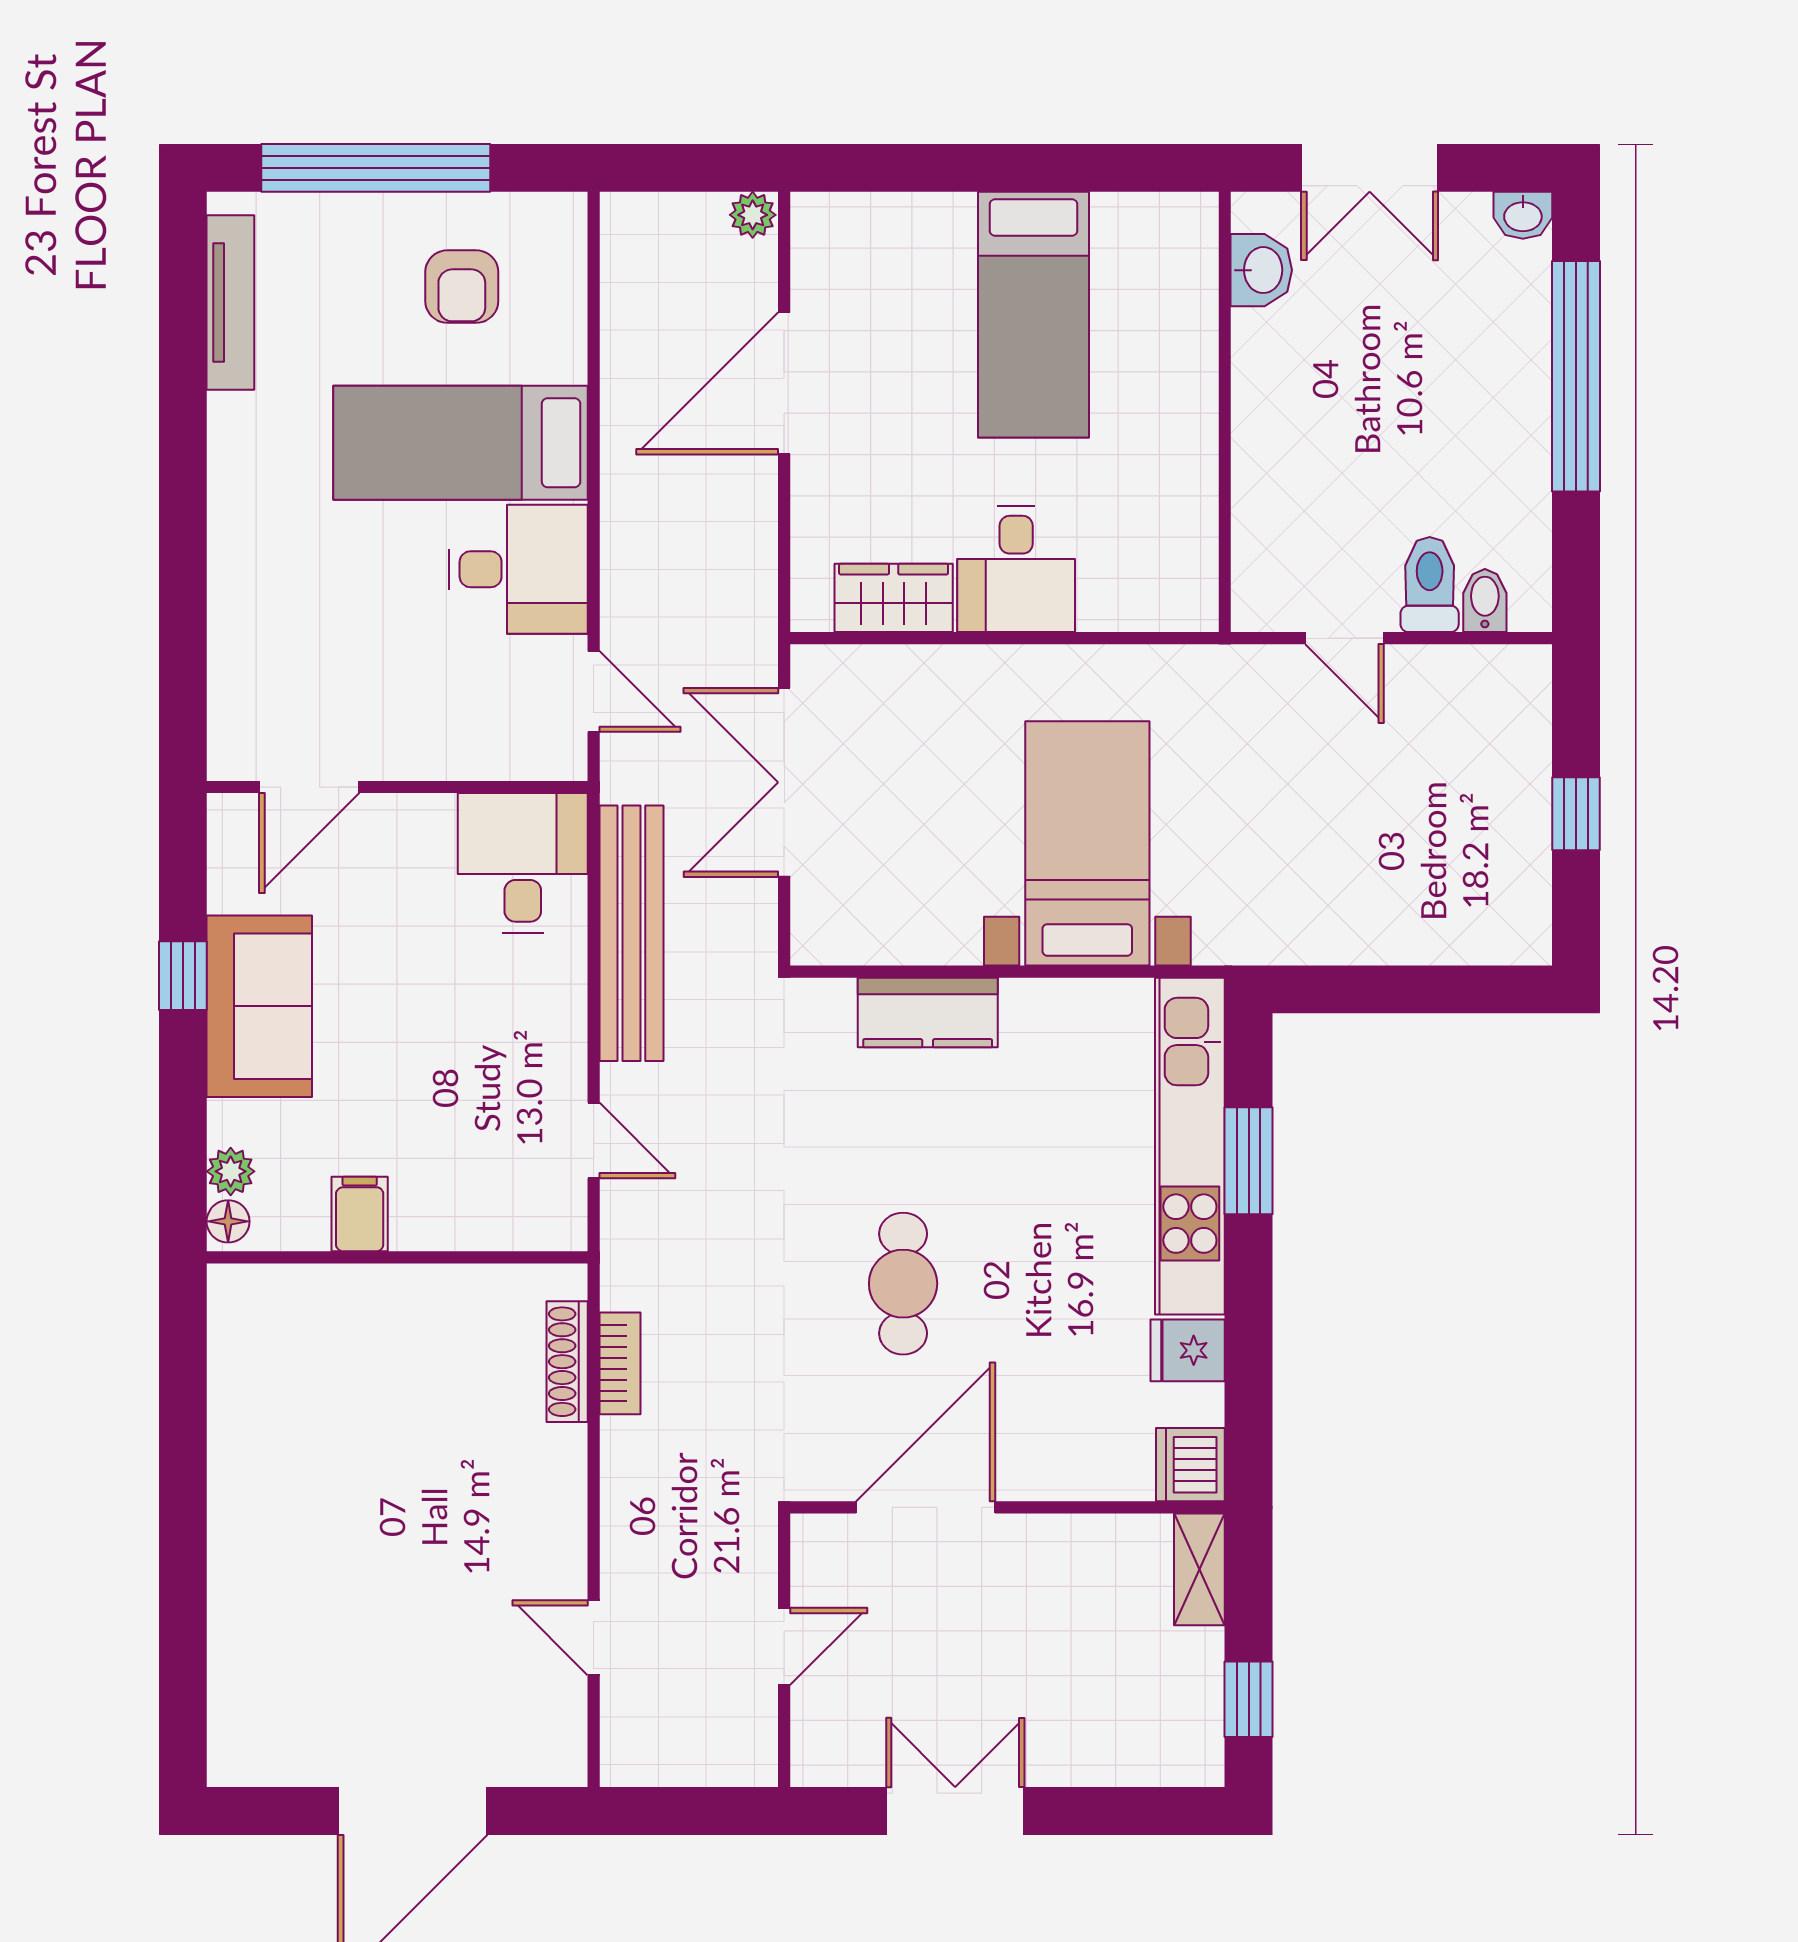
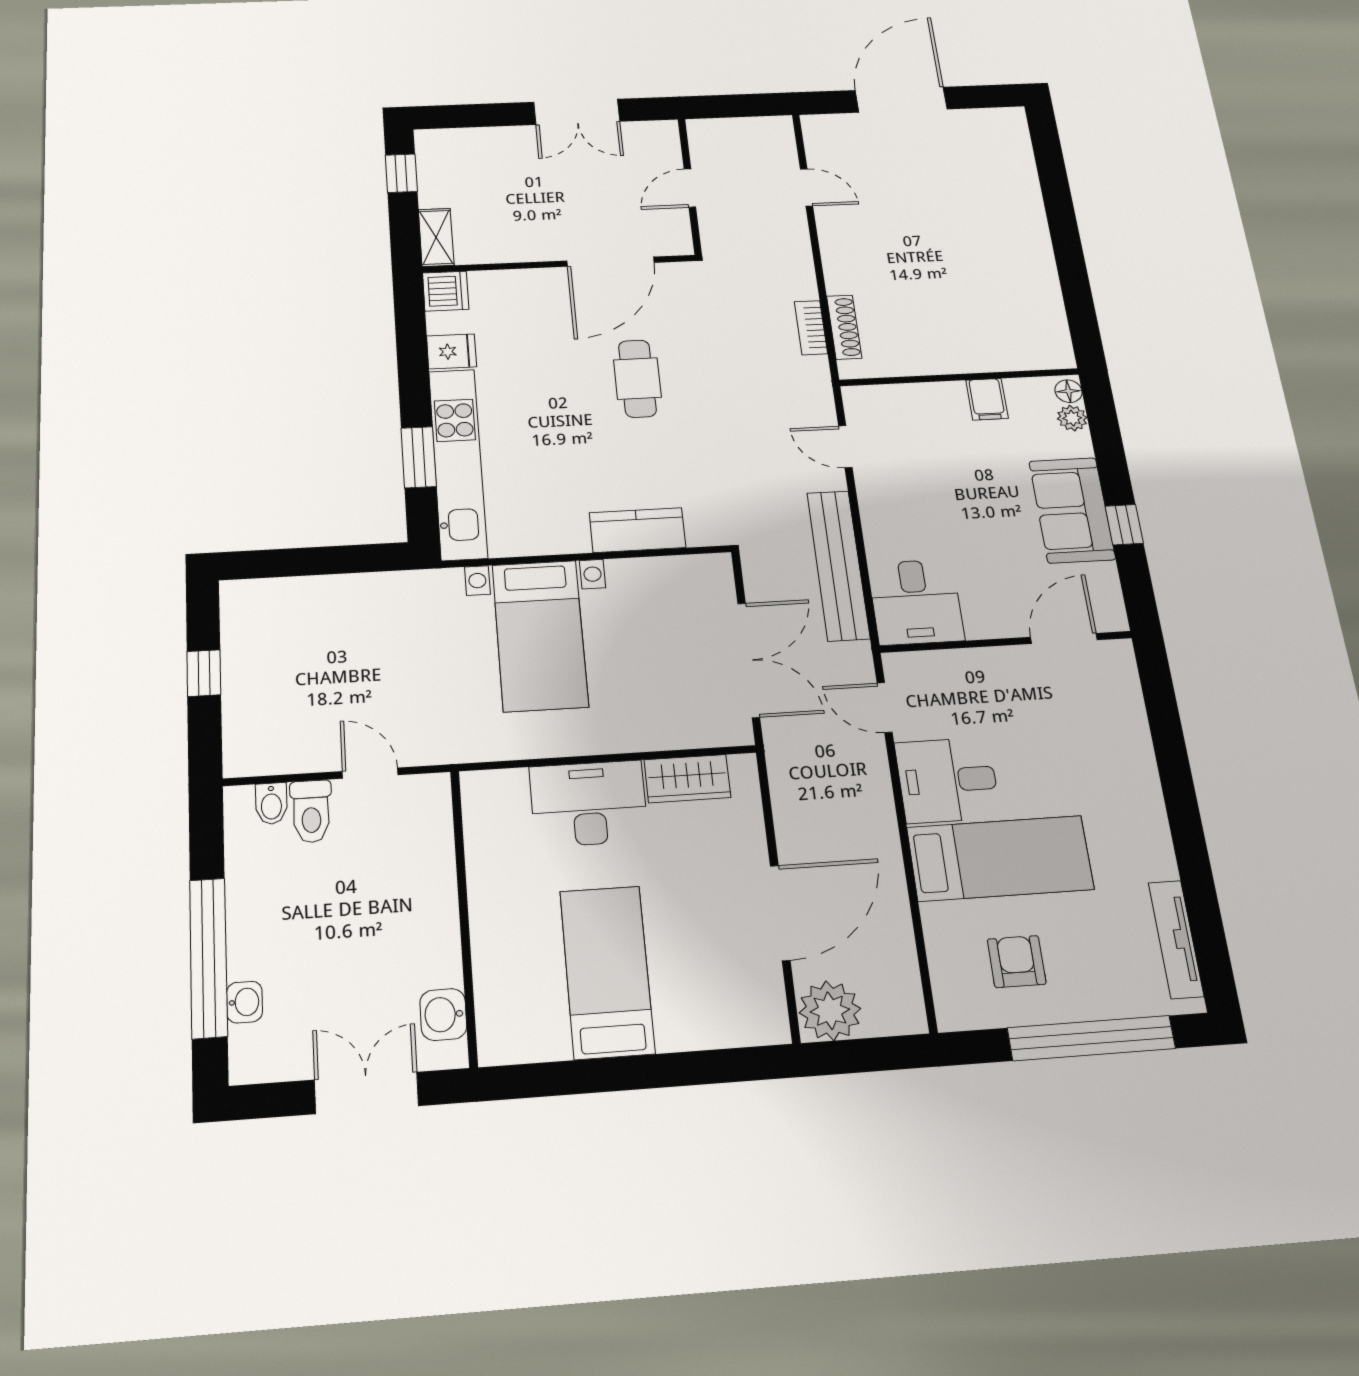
plant: (753, 215) -> (830, 1011), width x1.87, depth x1.87
washbasin: (1523, 215) -> (244, 1002), moved, turned 90
desk: (1016, 569) -> (589, 804), width x1.37

